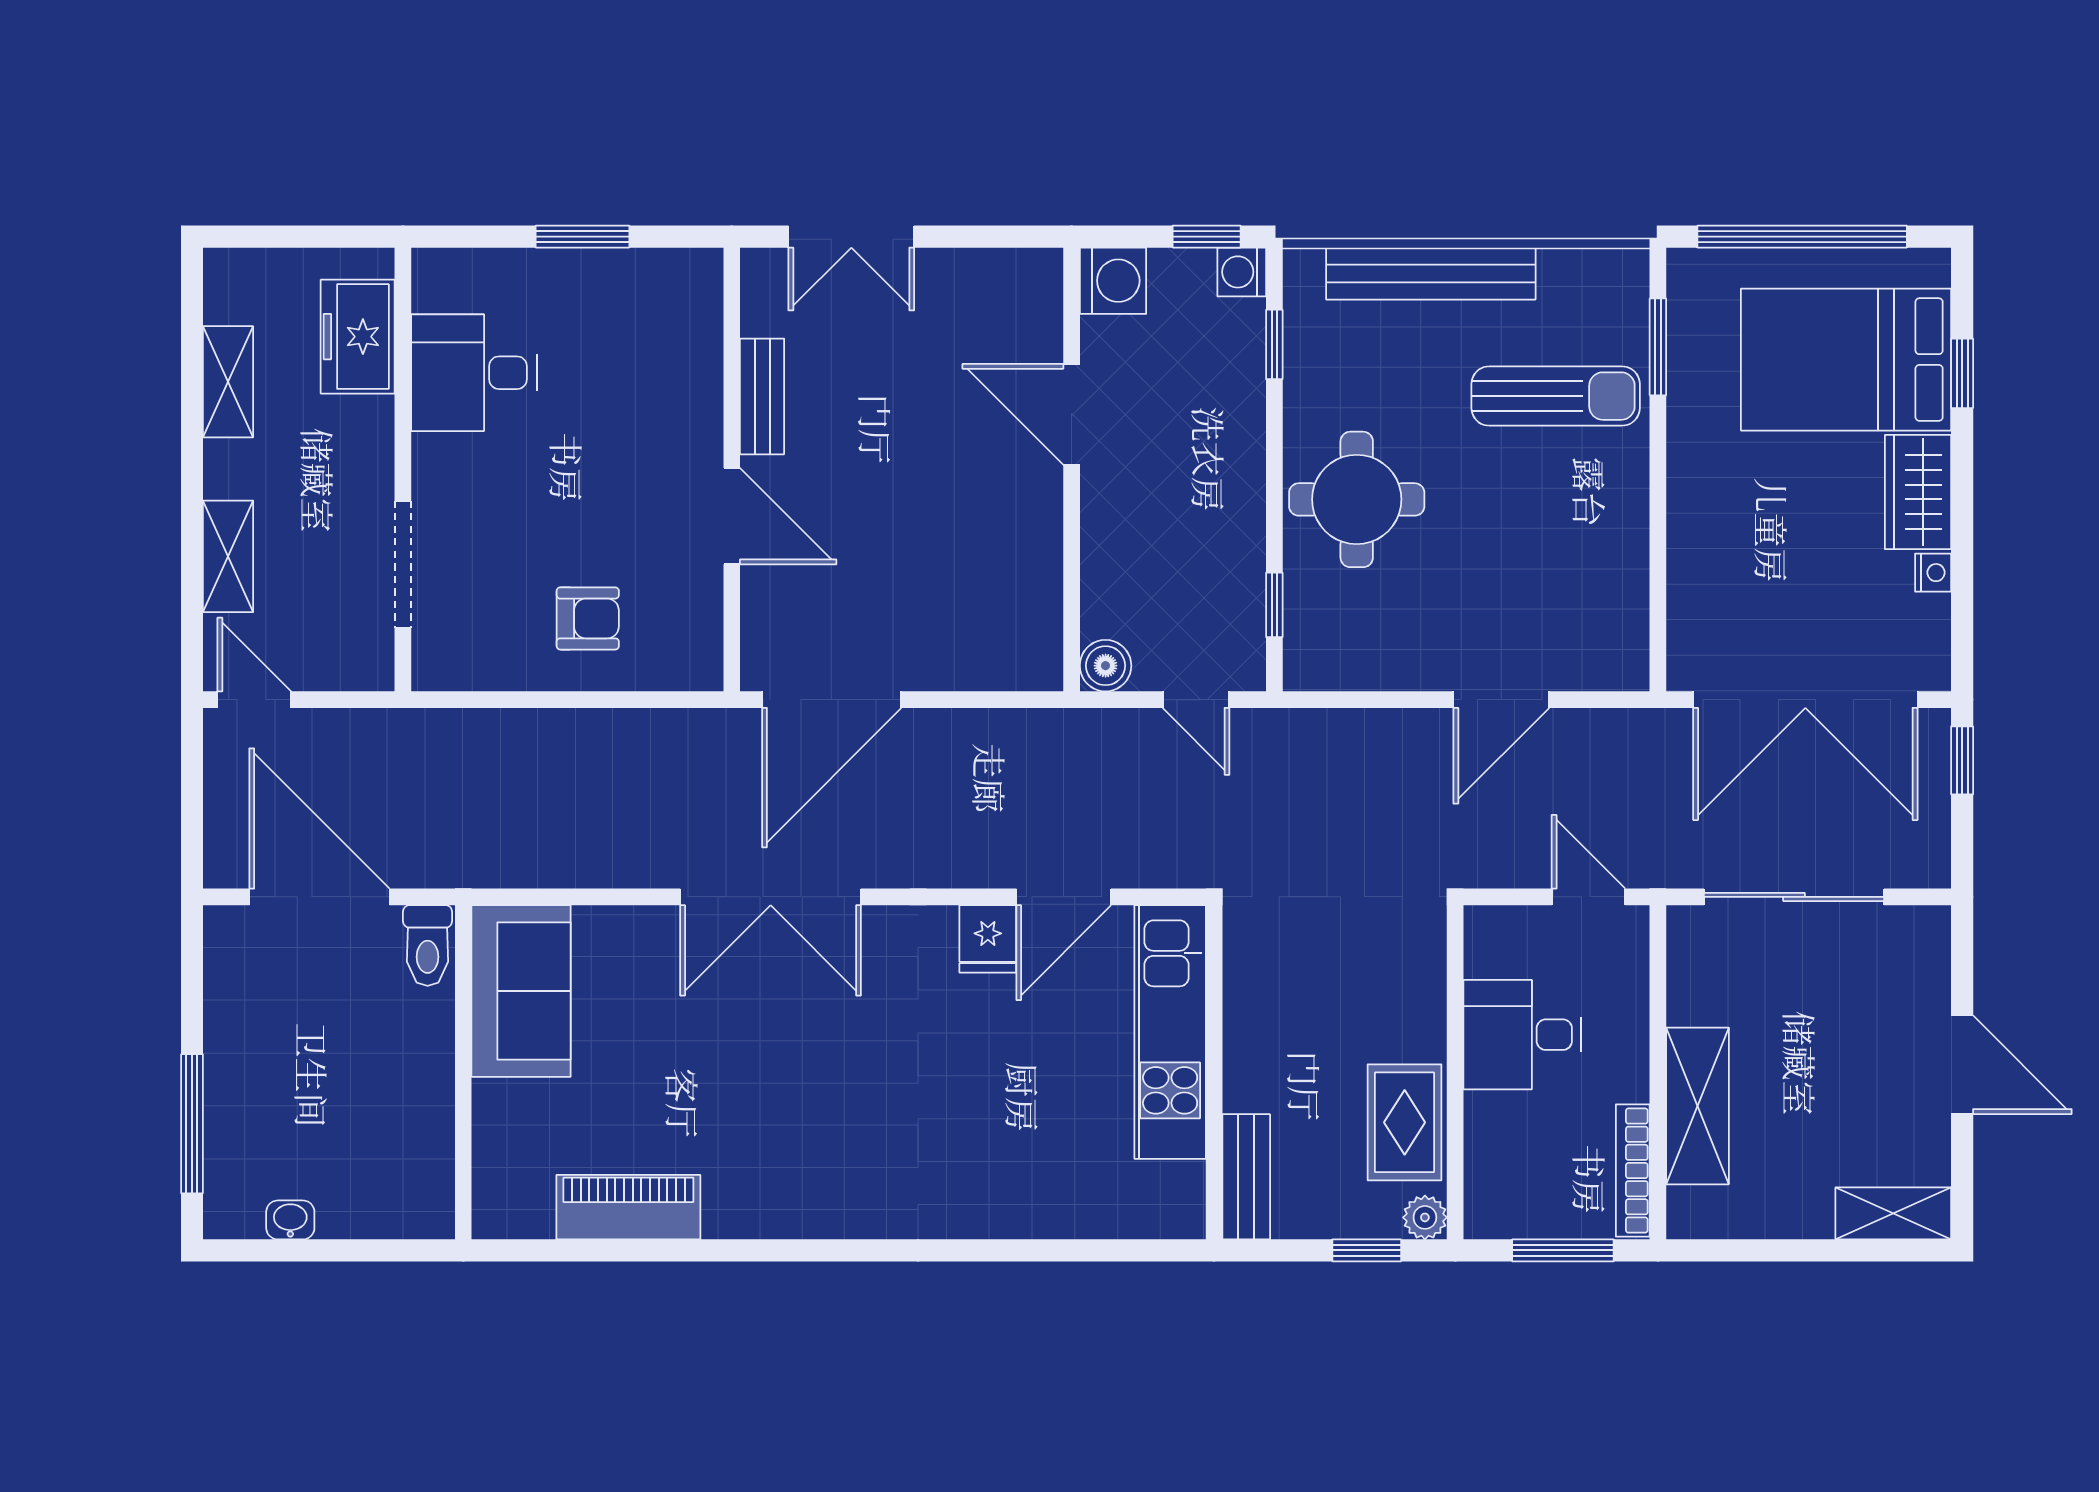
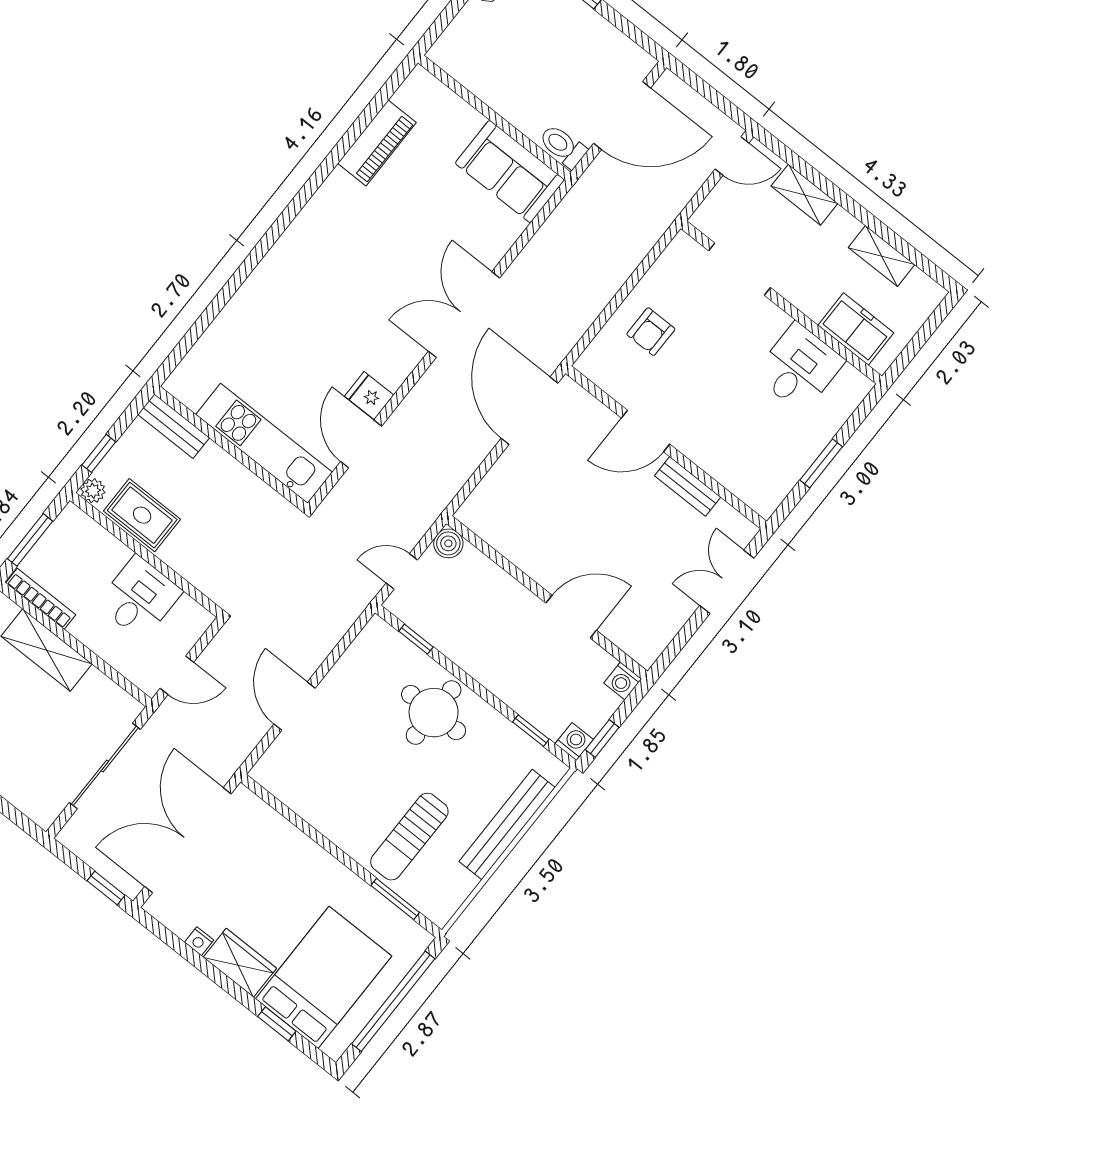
washing machine: (1113, 281) -> (623, 681), width x0.73, depth x0.73

